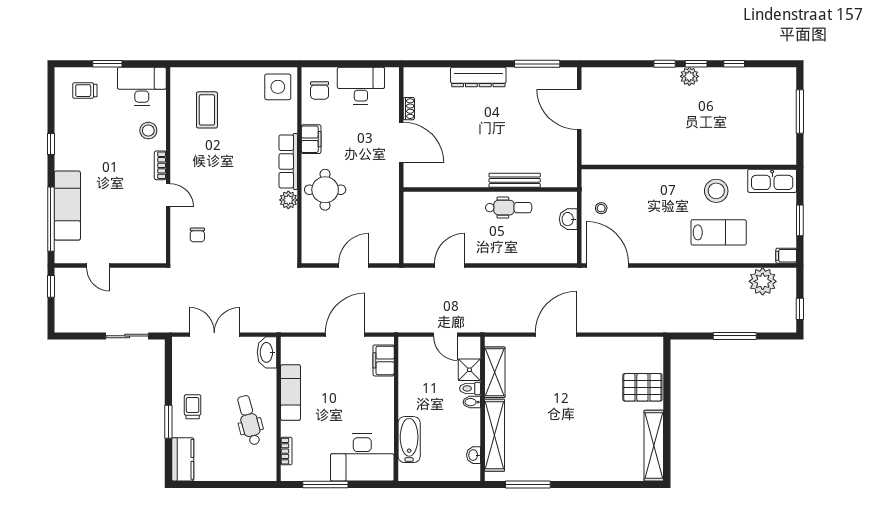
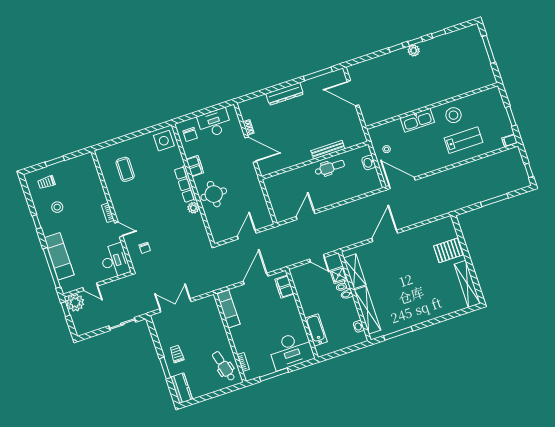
desk: (142, 86) -> (115, 261), moved, turned 90
stool: (148, 131) -> (57, 207), moved
kitchen sink: (772, 181) -> (417, 120), moved
plant: (763, 281) -> (75, 303), moved
washbasin: (267, 352) -> (211, 306), removed
exam couch: (291, 392) -> (228, 309), moved
dental chair: (249, 420) -> (224, 366), moved

